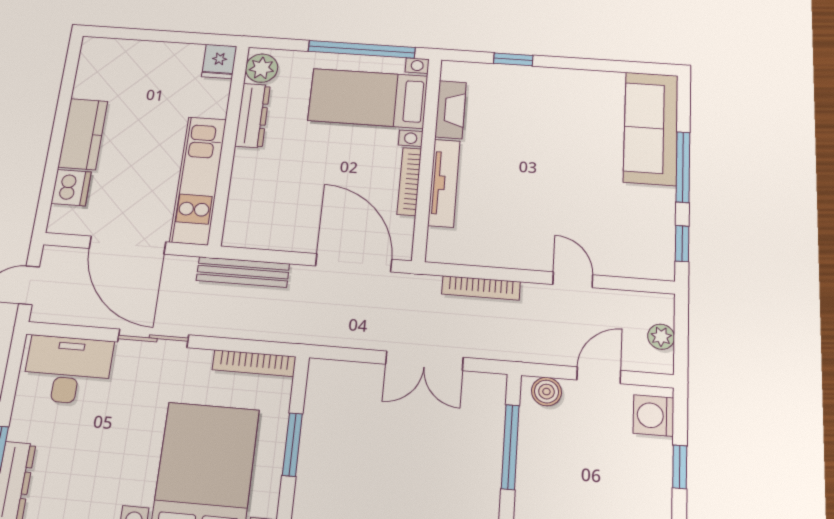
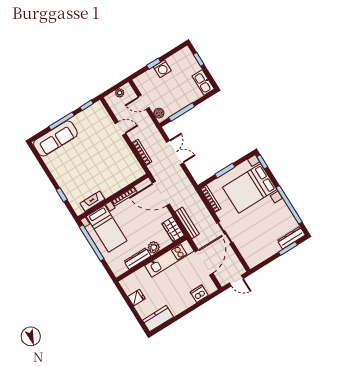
fridge: (219, 61) -> (137, 298), moved
plant: (262, 68) -> (154, 247), moved
kitchen counter: (83, 134) -> (158, 319), moved
tv unit: (444, 183) -> (117, 186), removed
wardrobe: (254, 232) -> (173, 229), added
door: (354, 263) -> (161, 194), hinge flipped
door: (573, 280) -> (120, 128), swing flipped
desk: (68, 370) -> (251, 249), removed
washing machine: (653, 416) -> (162, 69), moved

